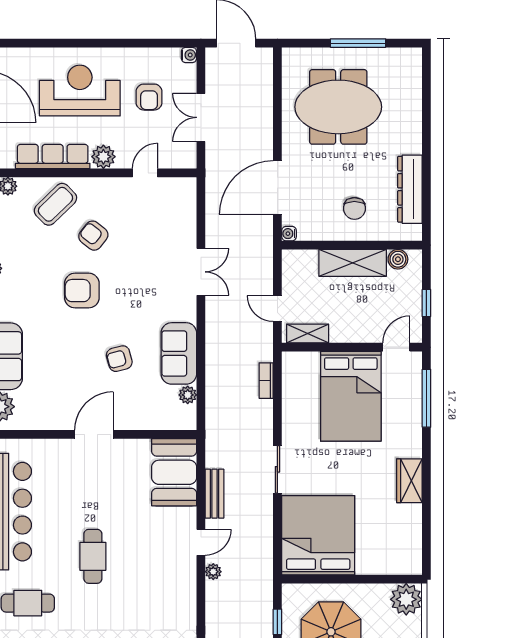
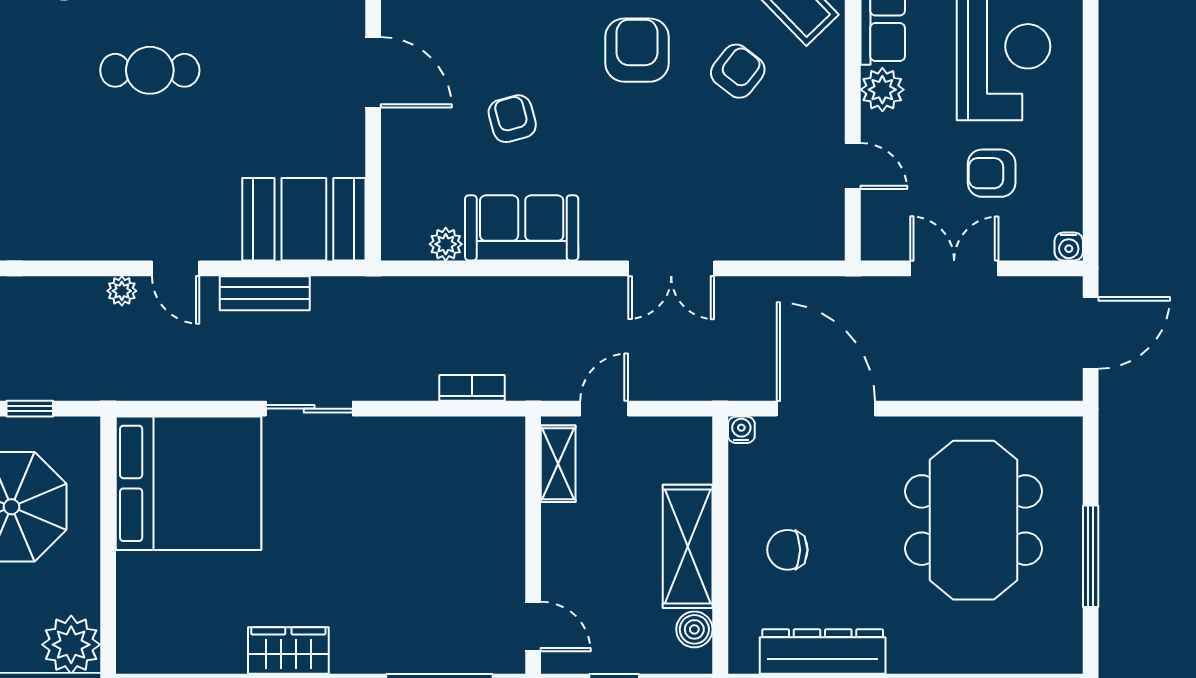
bed: (351, 396) -> (443, 543), removed

